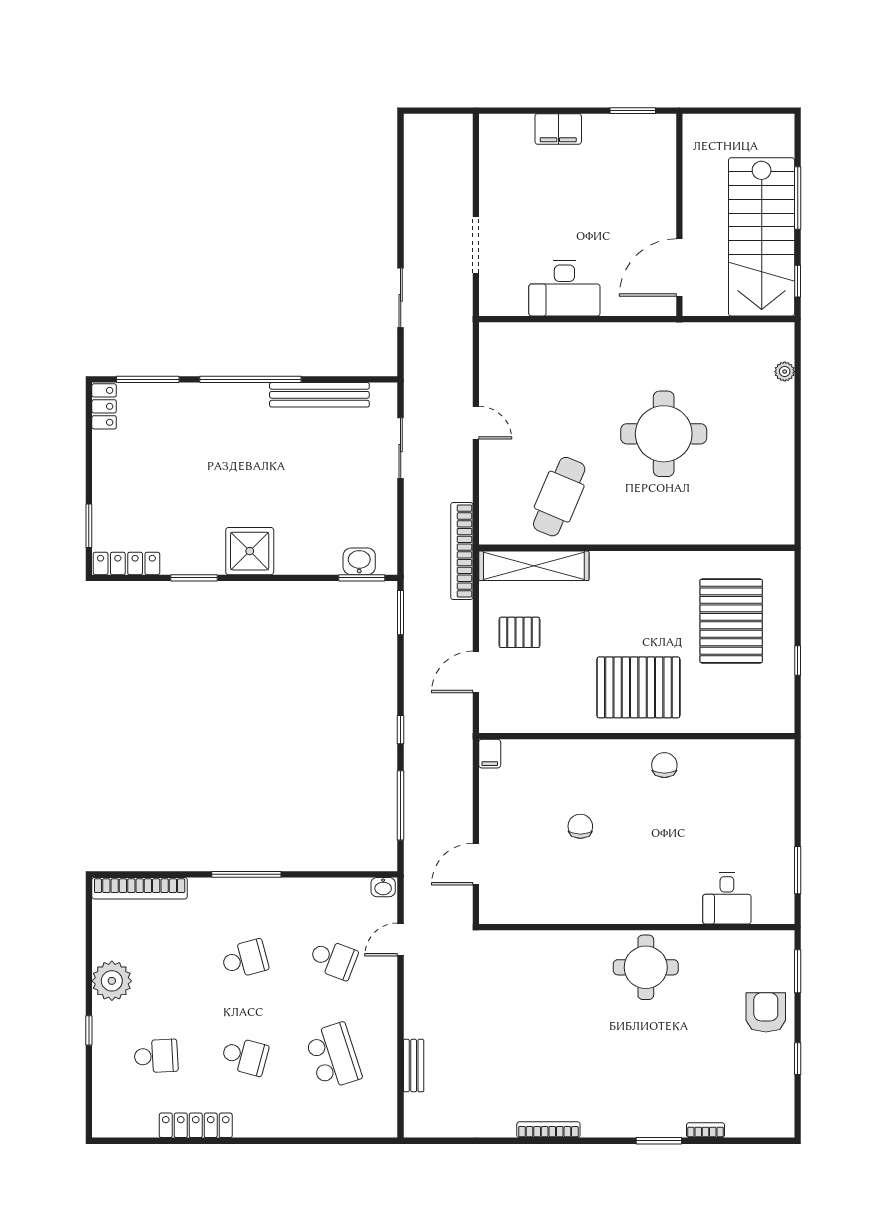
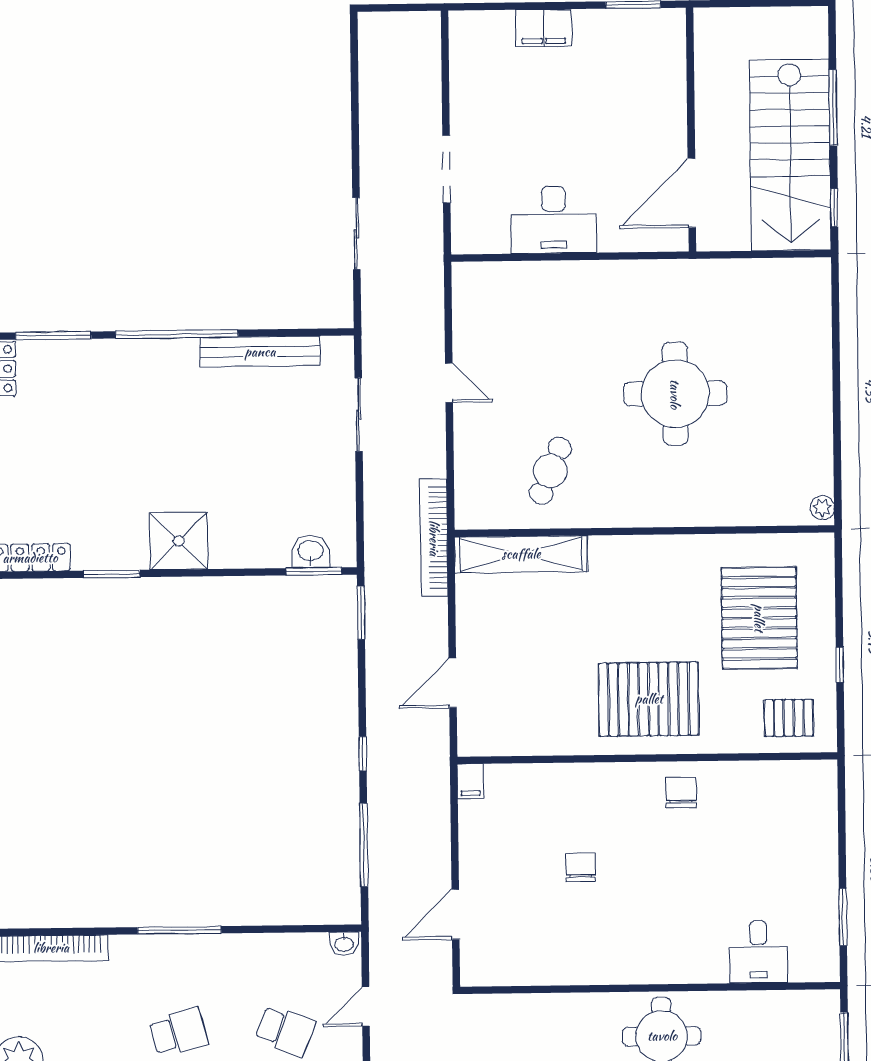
plant: (785, 372) -> (822, 508), moved
cafe table: (559, 497) -> (550, 471), width x0.73, depth x0.74
pallet: (520, 632) -> (789, 718), moved

